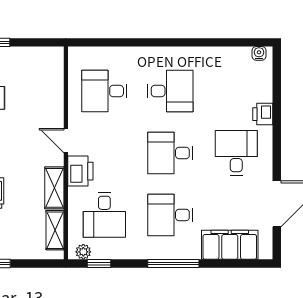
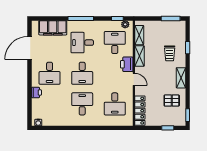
locker: (54, 77) -> (140, 111), added
desk: (104, 91) -> (115, 104), turned 90
desk: (170, 91) -> (82, 104), turned 90
desk: (170, 153) -> (82, 73), turned 90
desk: (170, 215) -> (82, 43), turned 180

